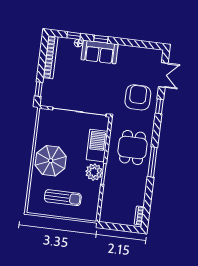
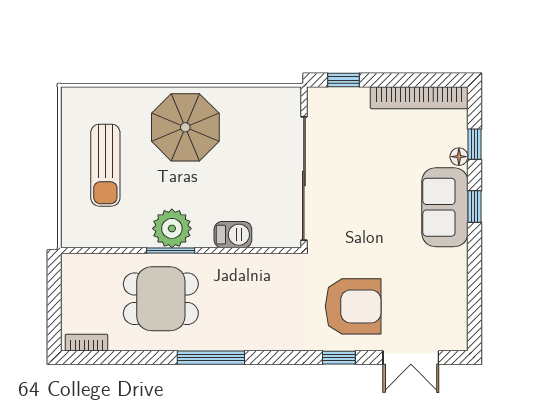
barbecue: (97, 145) -> (233, 235), width x0.53, depth x0.65
dining table: (133, 148) -> (161, 299), moved

